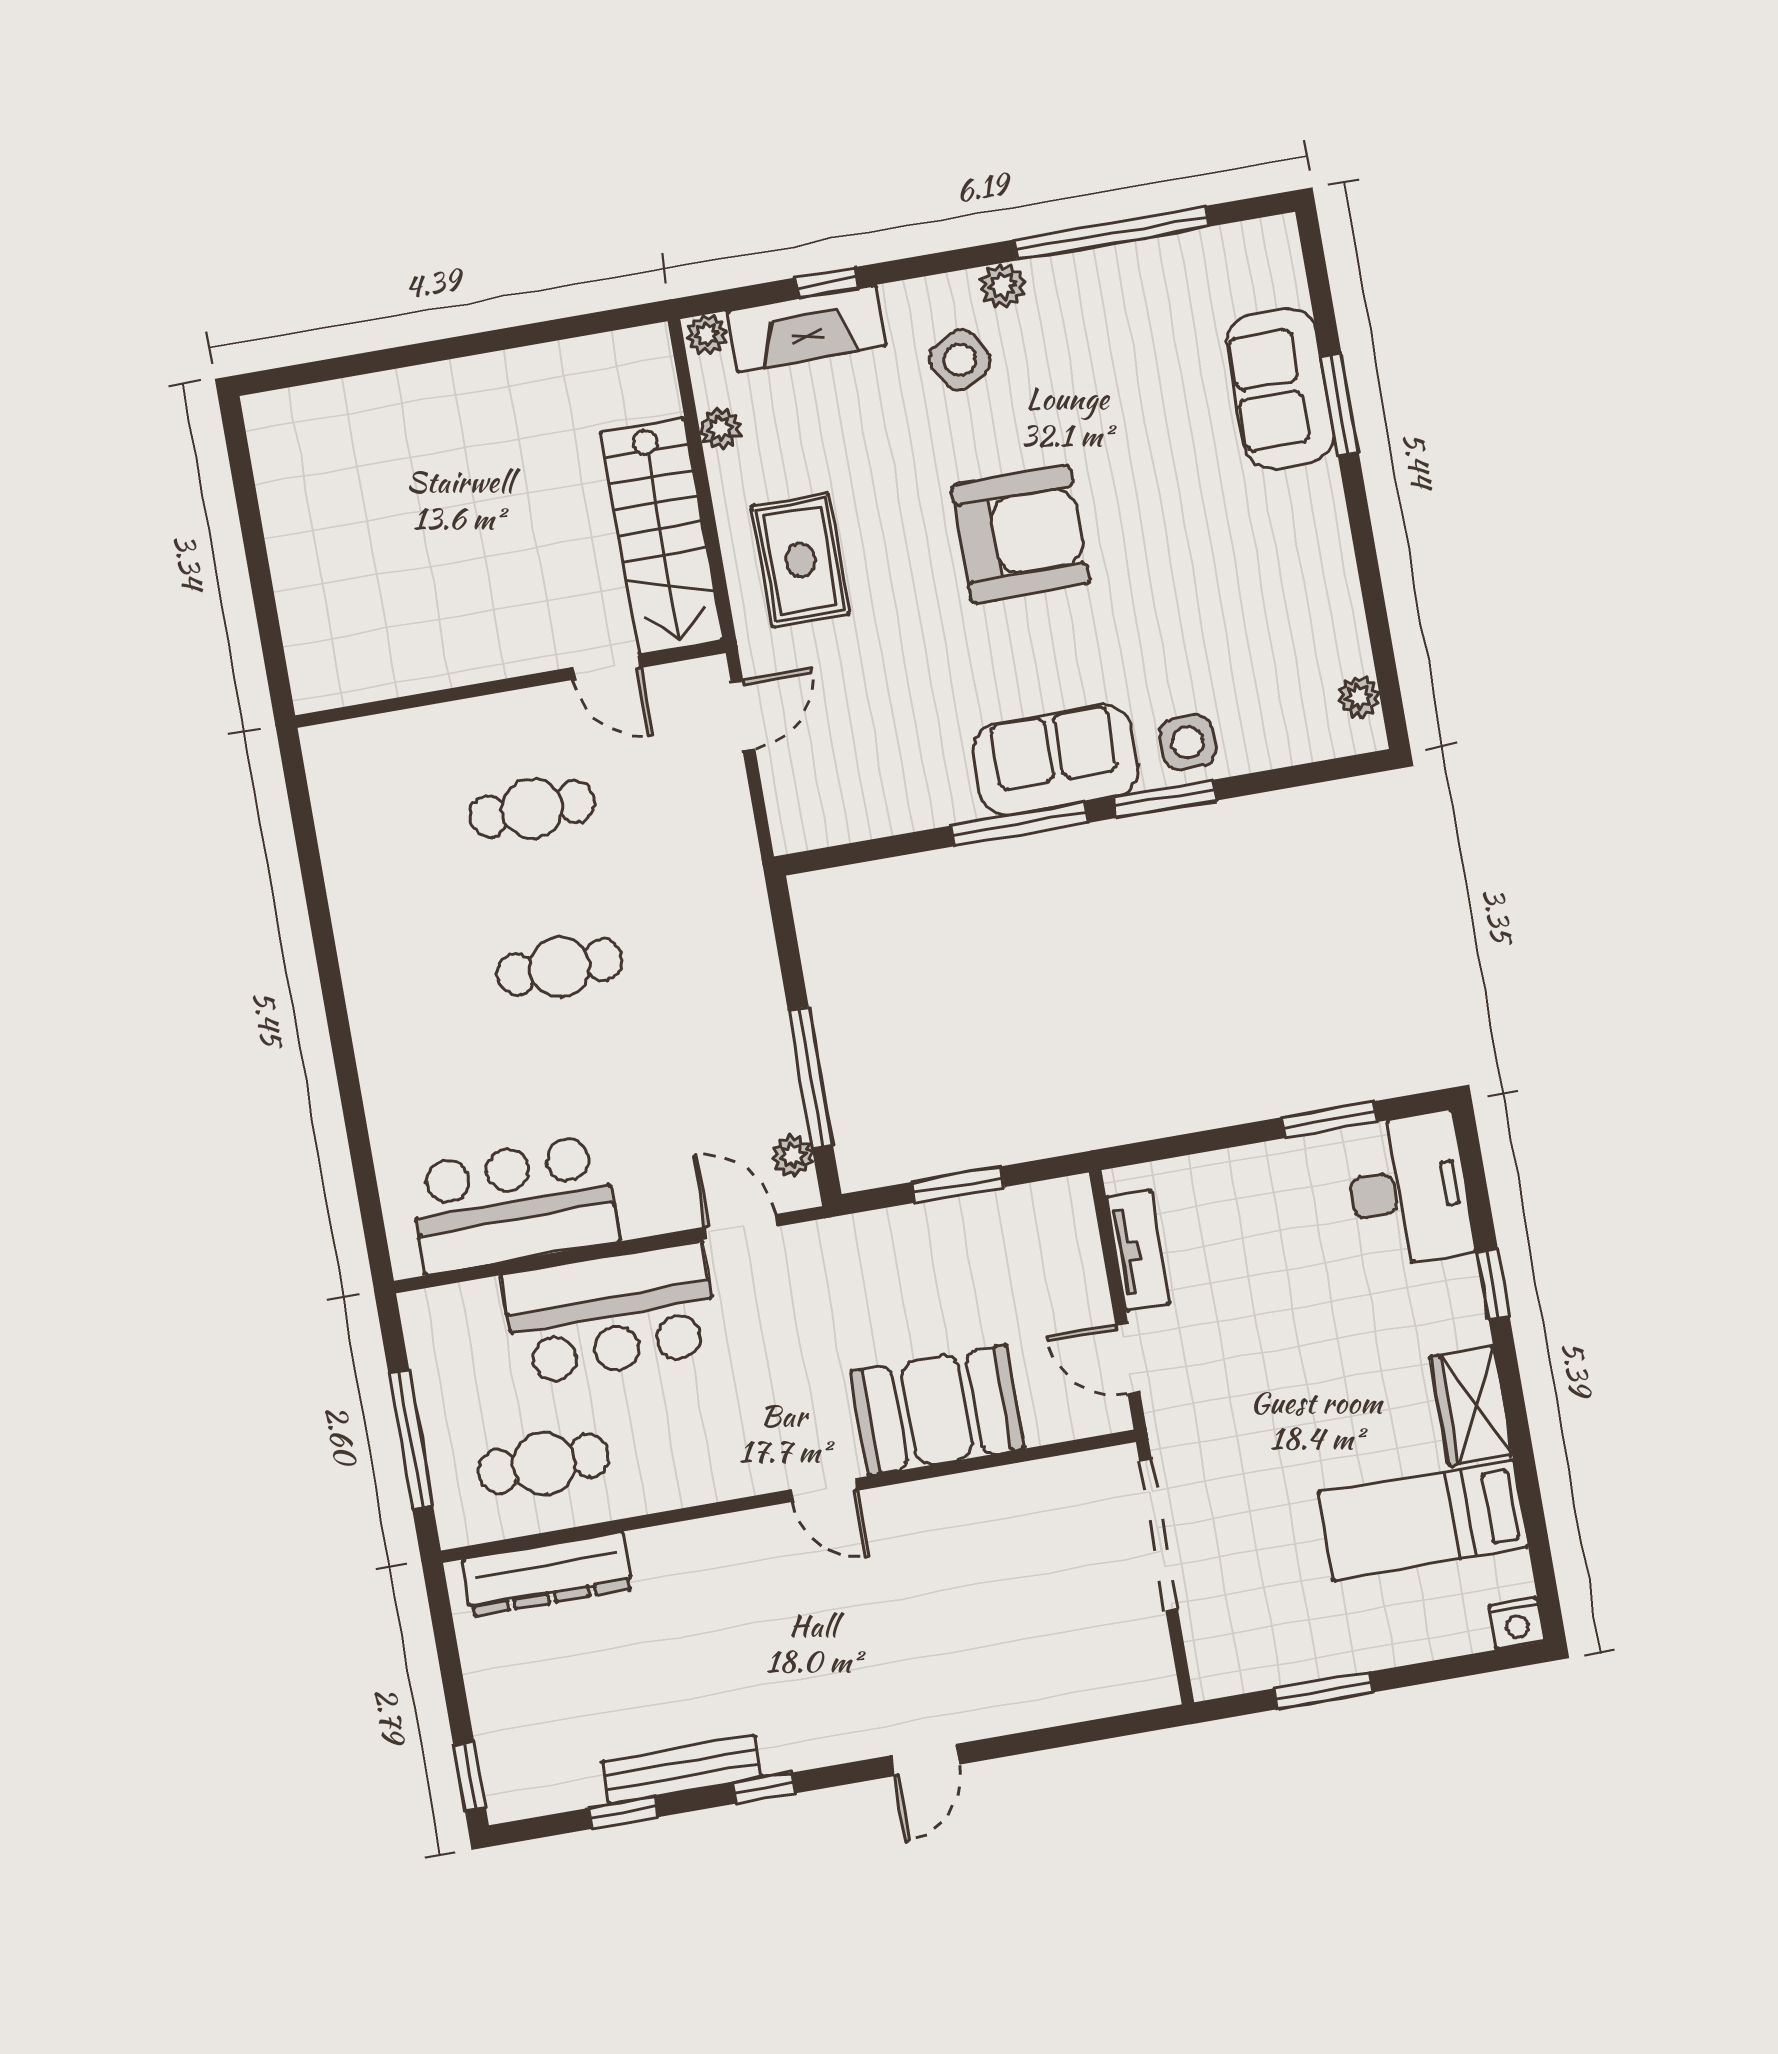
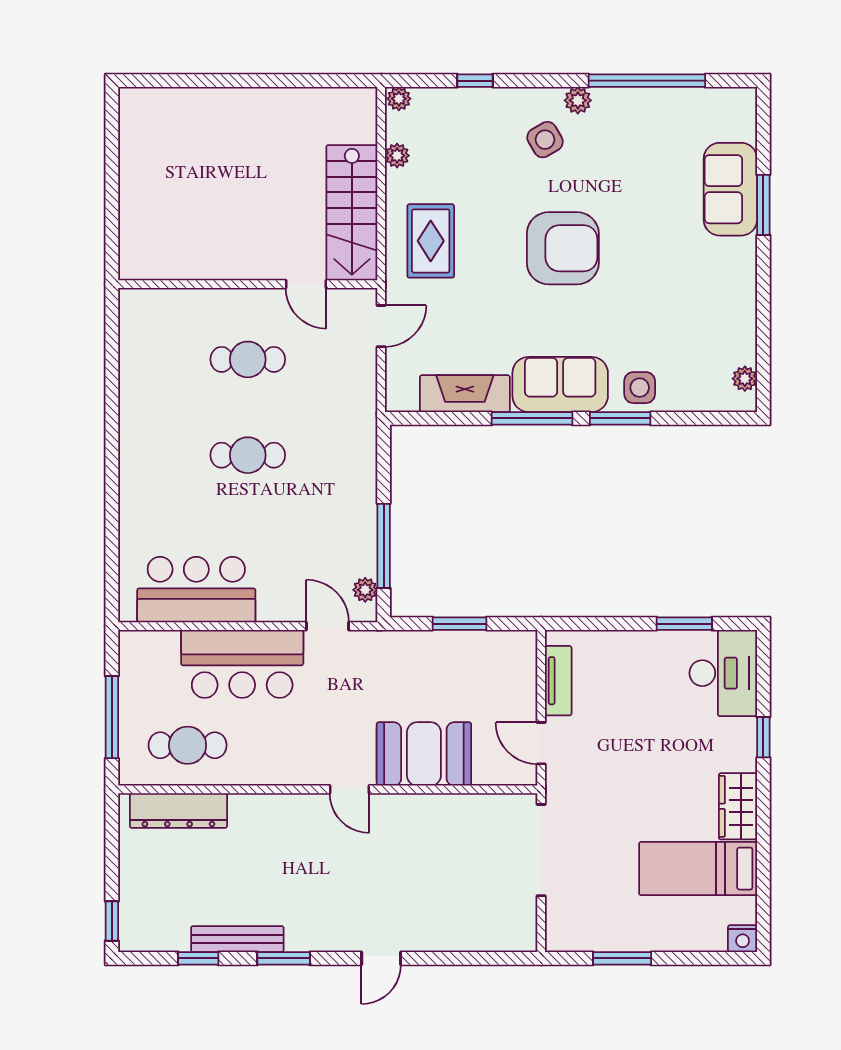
fireplace: (806, 328) -> (465, 394), moved, turned 180
window: (764, 1788) -> (284, 958), width x1.50

